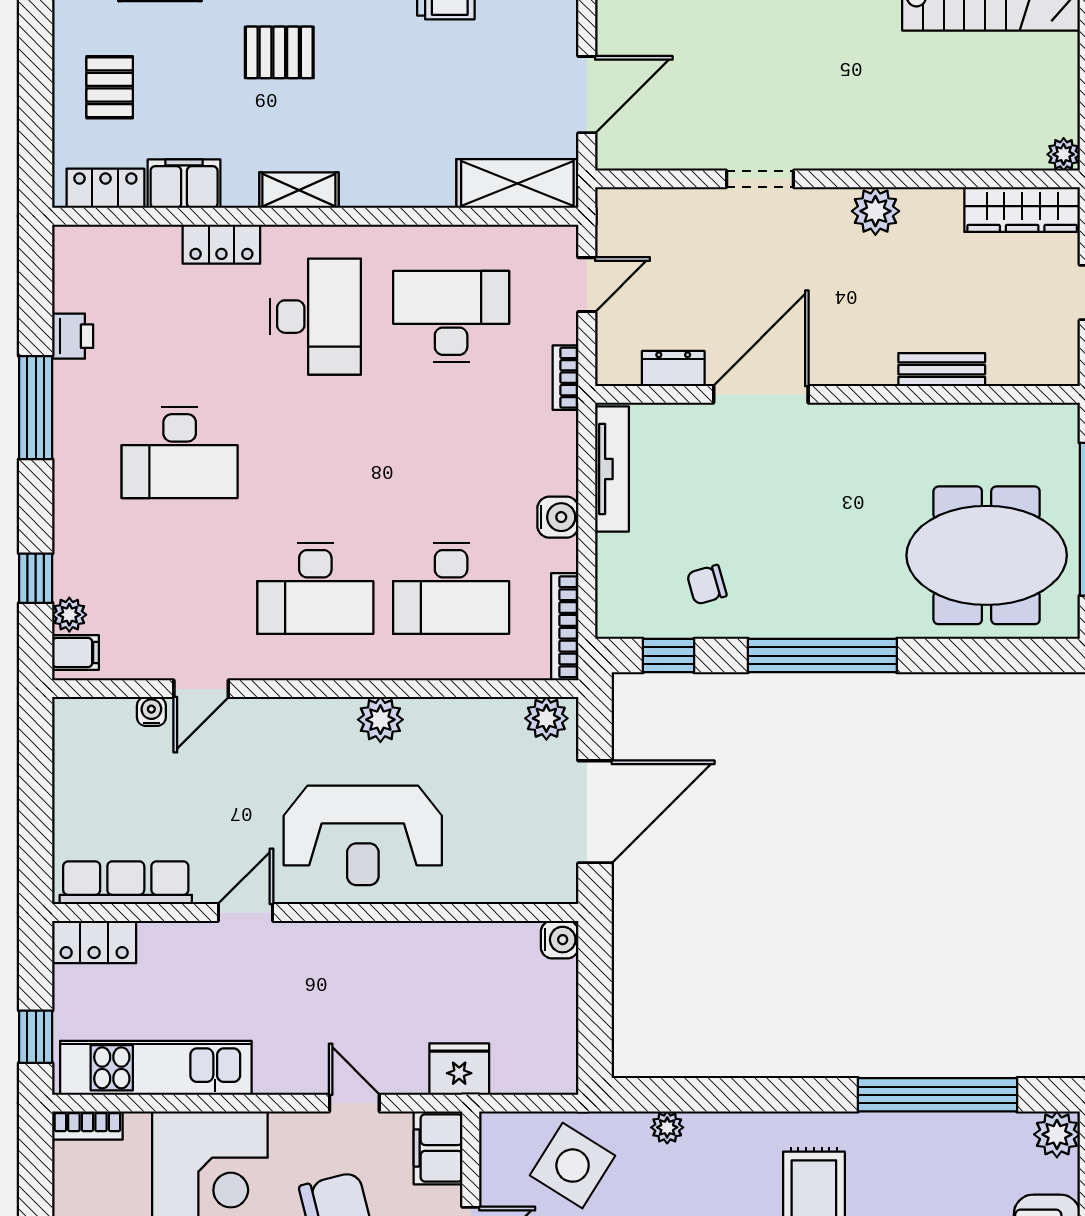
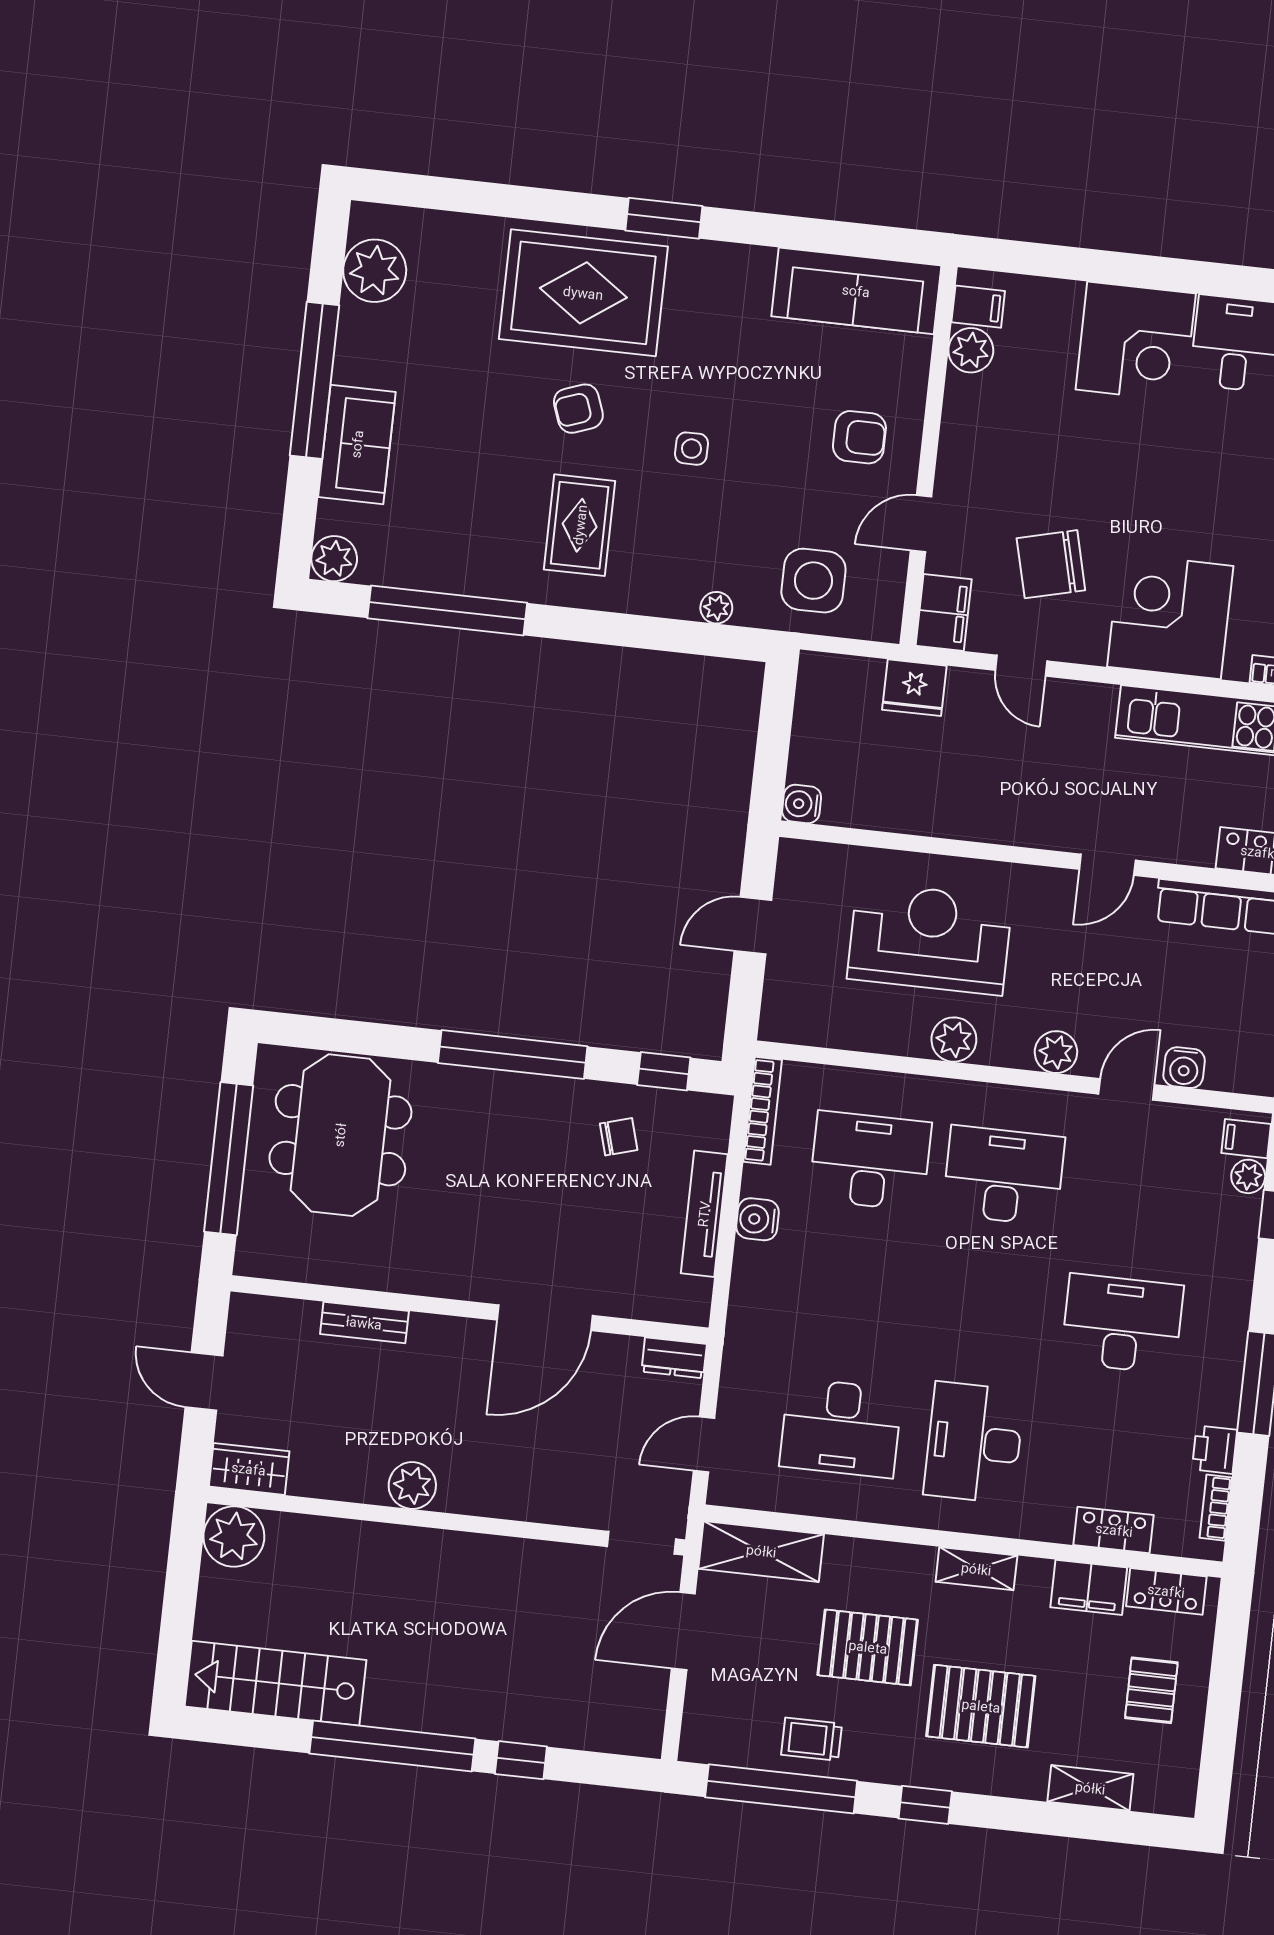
pallet: (279, 52) -> (981, 1706), width x1.50, depth x1.42
pallet: (400, 99) -> (868, 1647), added
plant: (1064, 154) -> (234, 1537), width x1.88, depth x1.88
doorway: (760, 179) -> (641, 1543), moved
wardrobe: (1022, 210) -> (249, 1469), width x0.67
locker: (221, 244) -> (1114, 1530), moved
dresser: (673, 369) -> (674, 1358), moved
bookcase: (566, 378) -> (1216, 1508), moved, turned 180
tv unit: (612, 469) -> (704, 1214), moved
meeting table: (987, 555) -> (340, 1135), turned 90
water cooler: (151, 711) -> (1184, 1068), width x1.38, depth x1.38
plant: (546, 718) -> (1056, 1052), moved
door: (595, 812) -> (753, 926), width x0.53
reception desk: (363, 835) -> (930, 939), moved
side table: (573, 1166) -> (813, 581), turned -32

